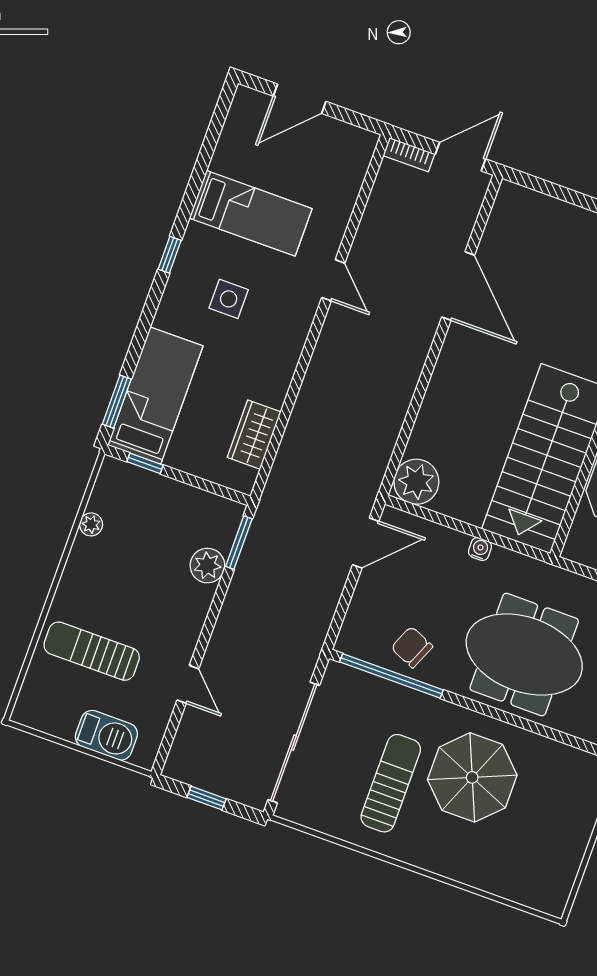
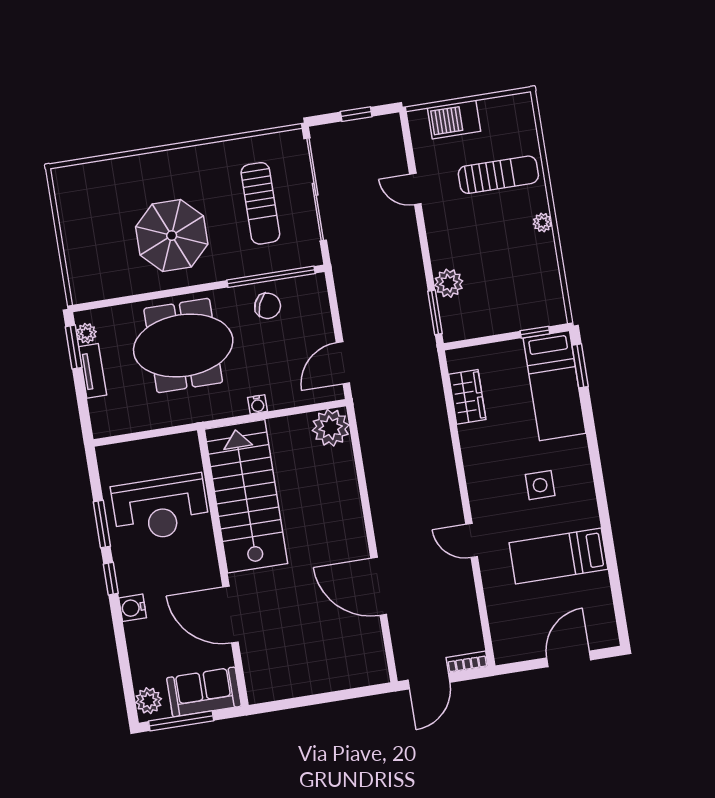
window: (170, 255) -> (601, 494), removed
plant: (91, 524) -> (543, 223), moved
sun lounger: (391, 783) -> (260, 203), moved

